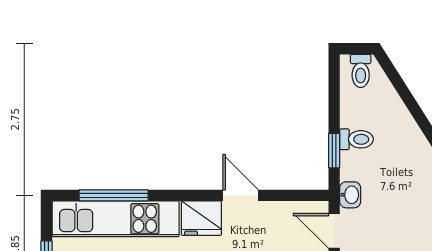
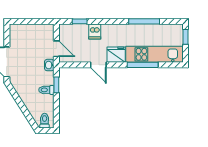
window: (114, 195) -> (143, 65), moved

